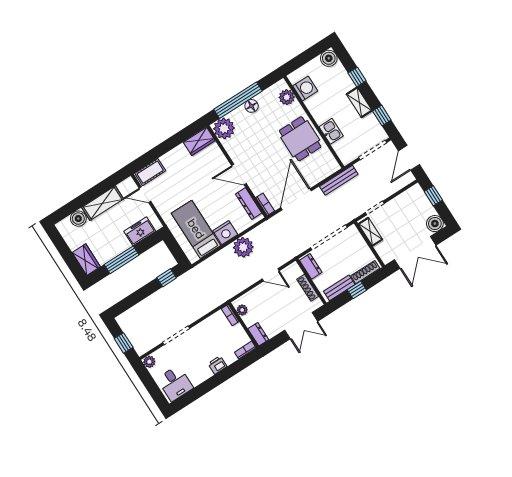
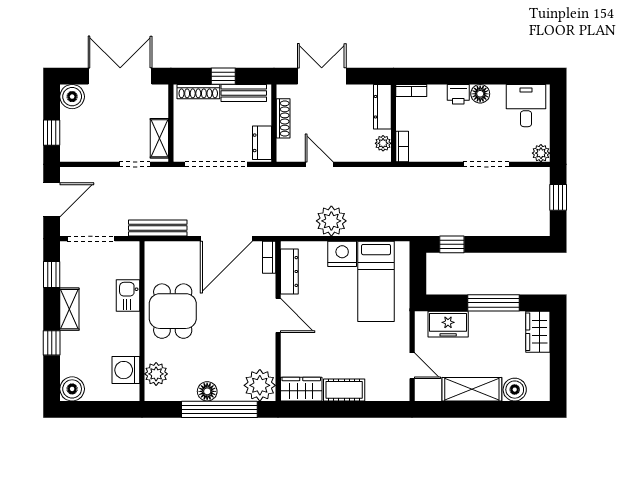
cot: (150, 172) -> (344, 390), moved
dresser: (258, 334) -> (382, 107), width x1.44
floor lamp: (205, 373) -> (480, 94), added

